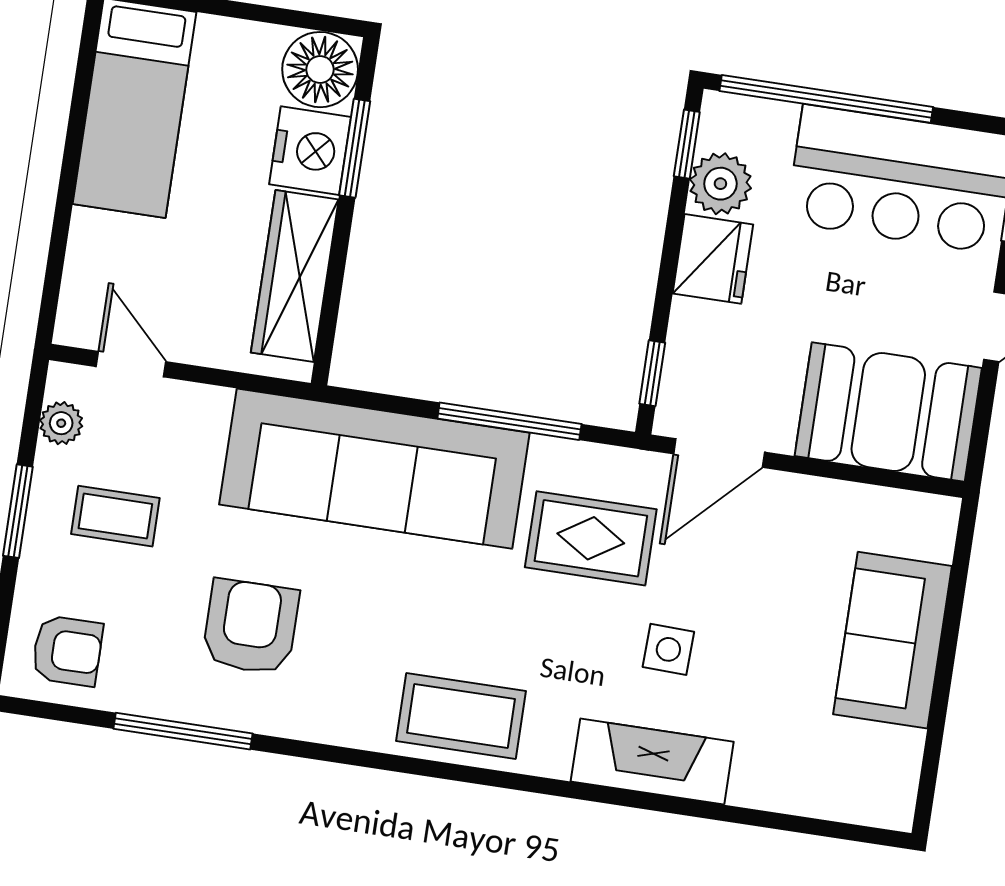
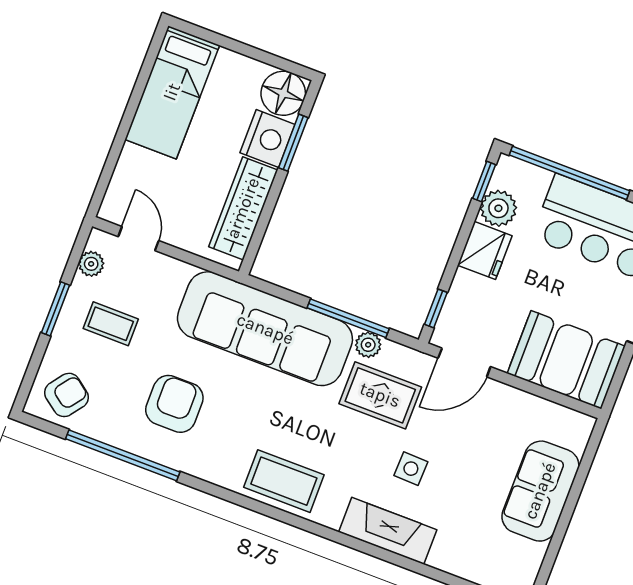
plant: (552, 458) -> (368, 345), added
armchair: (67, 651) -> (66, 395), turned -53
window: (183, 731) -> (123, 455), width x1.46

